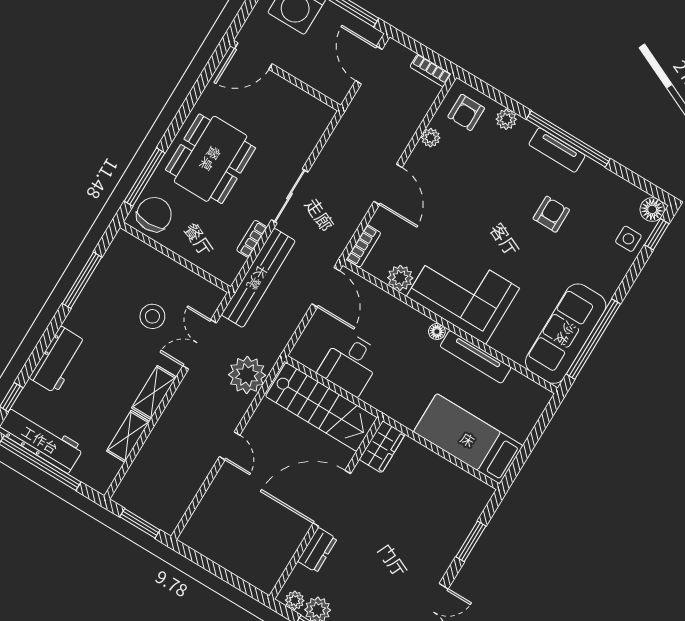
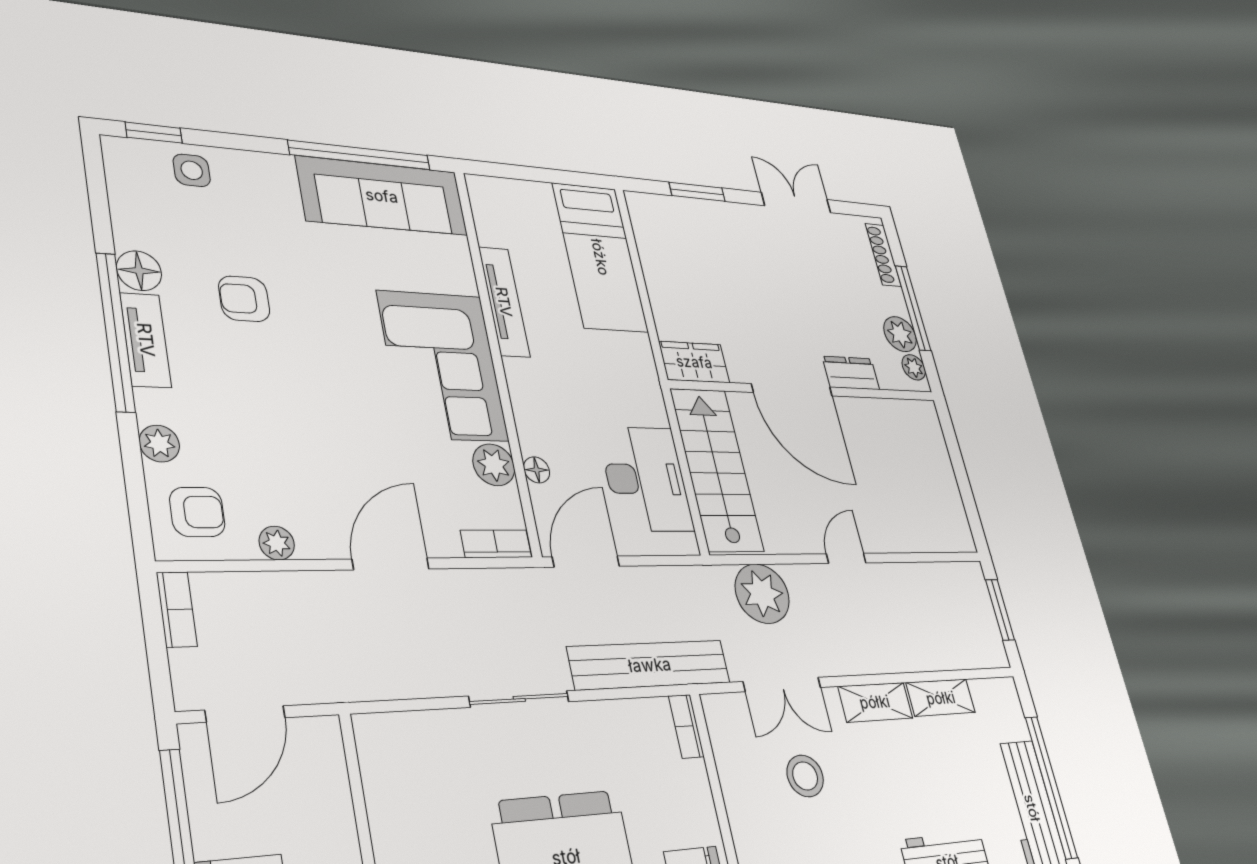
floor lamp: (652, 209) -> (139, 271), moved
bookcase: (252, 239) -> (686, 726), moved, turned 90
floor lamp: (437, 332) -> (537, 470), moved
desk: (350, 363) -> (646, 479), width x1.37

